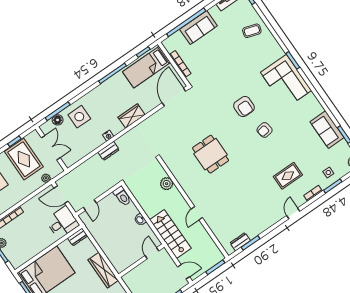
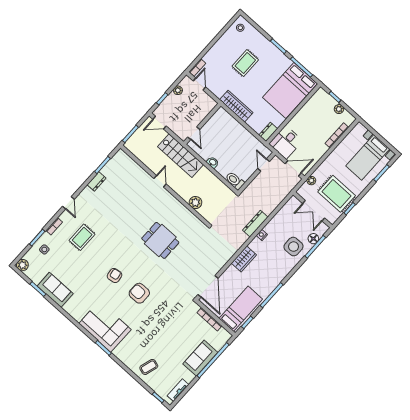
dresser: (109, 151) -> (255, 224), width x1.44
dresser: (240, 242) -> (97, 181), moved

